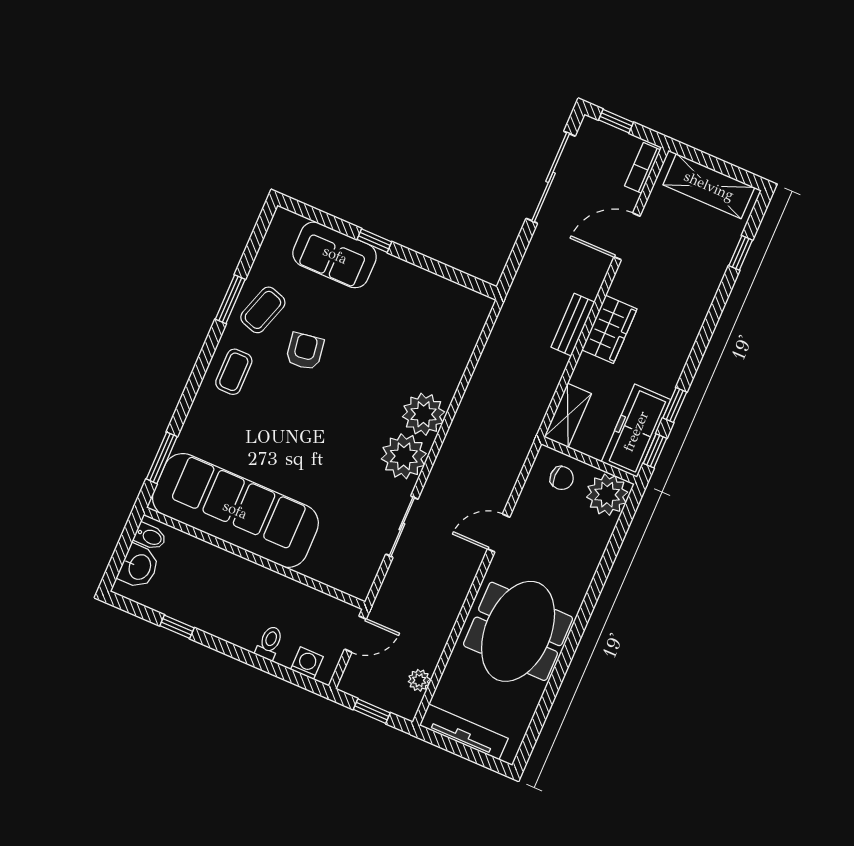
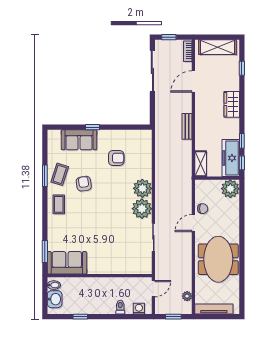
armchair: (396, 327) -> (116, 158), added
wardrobe: (609, 329) -> (232, 104), moved, turned 180
chair: (562, 478) -> (203, 209), moved
sofa: (235, 510) -> (67, 263), width x0.54, depth x0.79

